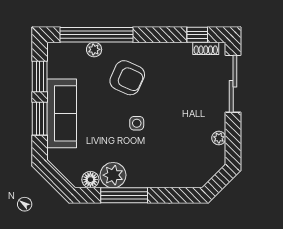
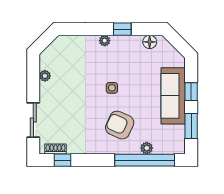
sliding door: (233, 84) -> (33, 120), width x0.73
window: (40, 119) -> (191, 92), width x0.67
plant: (113, 175) -> (105, 41), moved, width x0.53, depth x0.53
window: (124, 195) -> (122, 29), width x0.46

